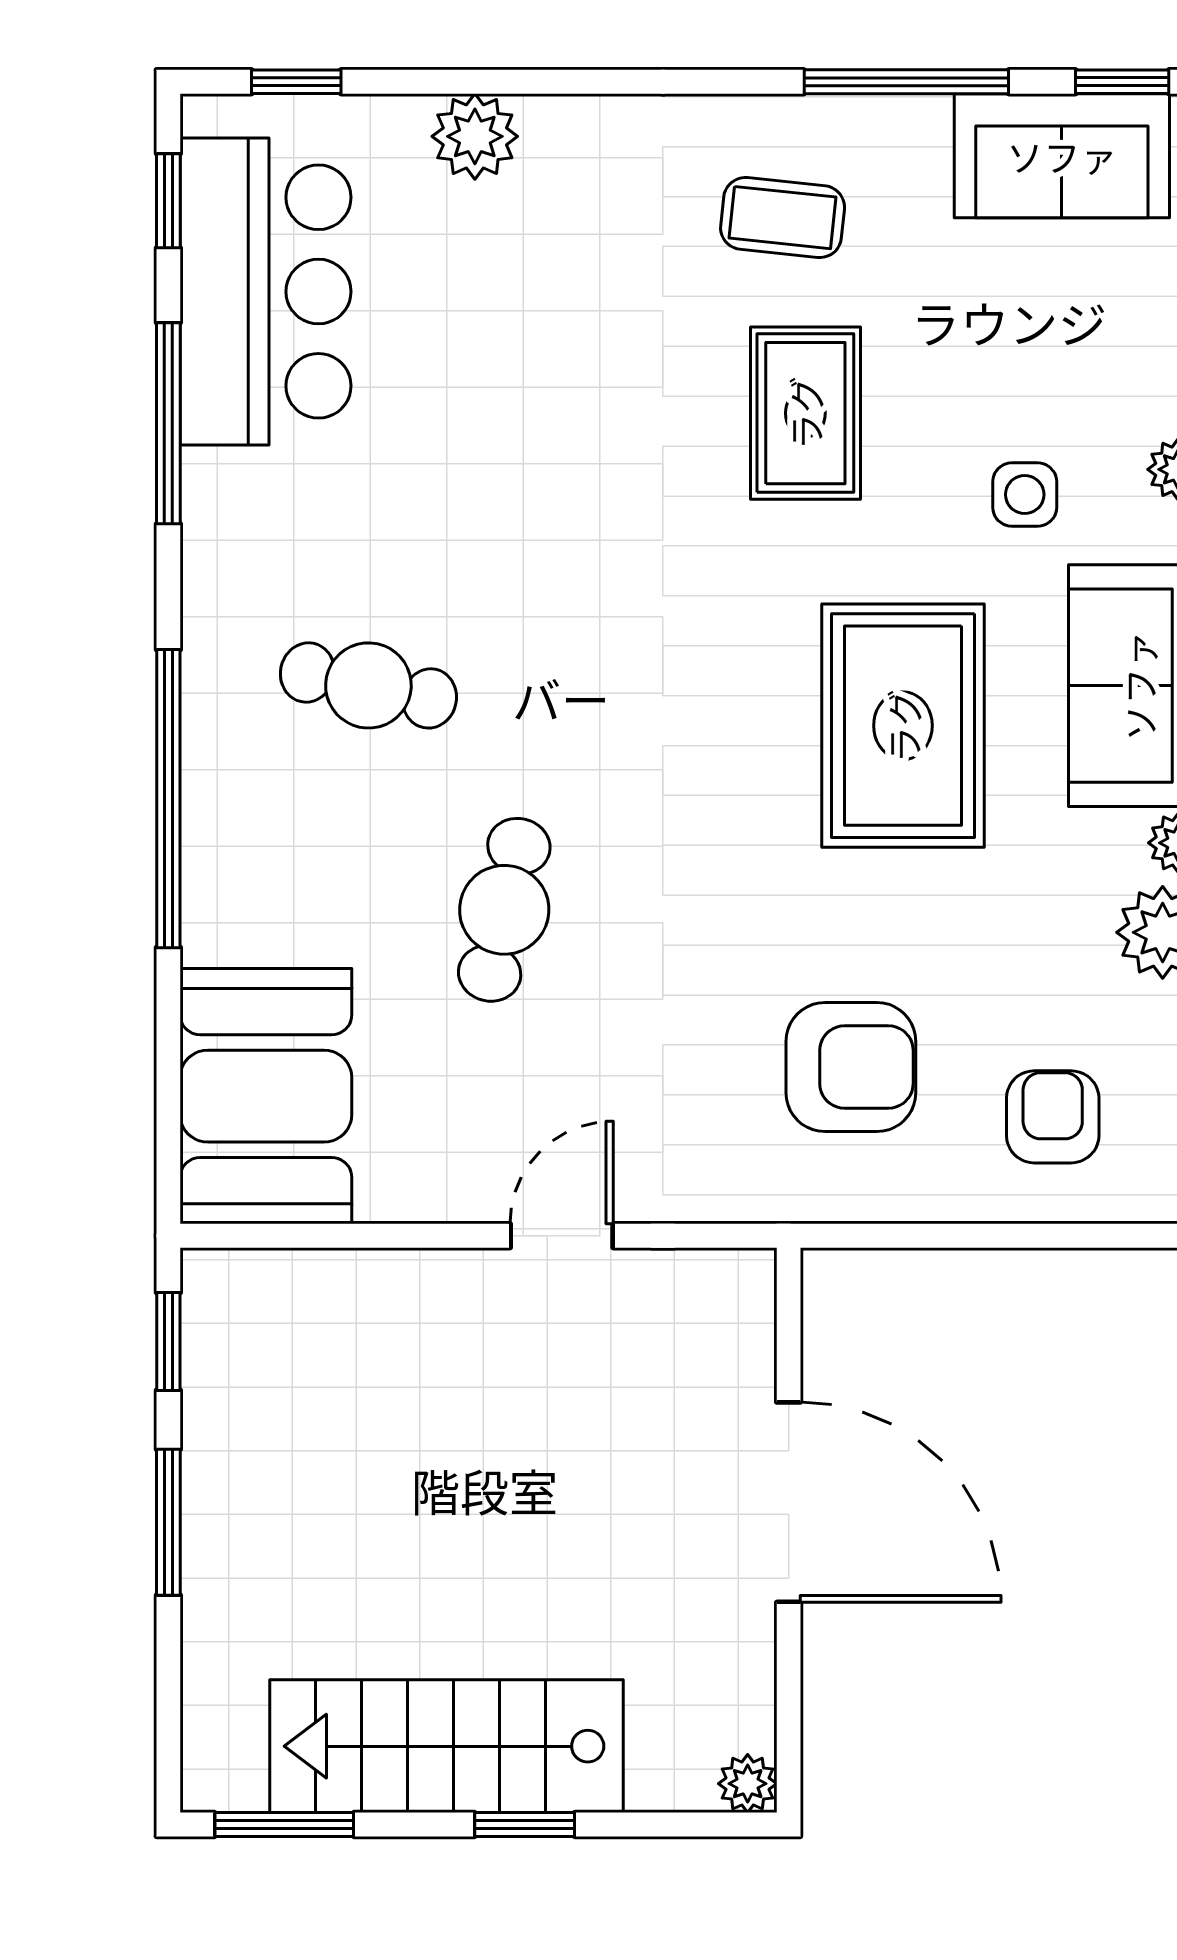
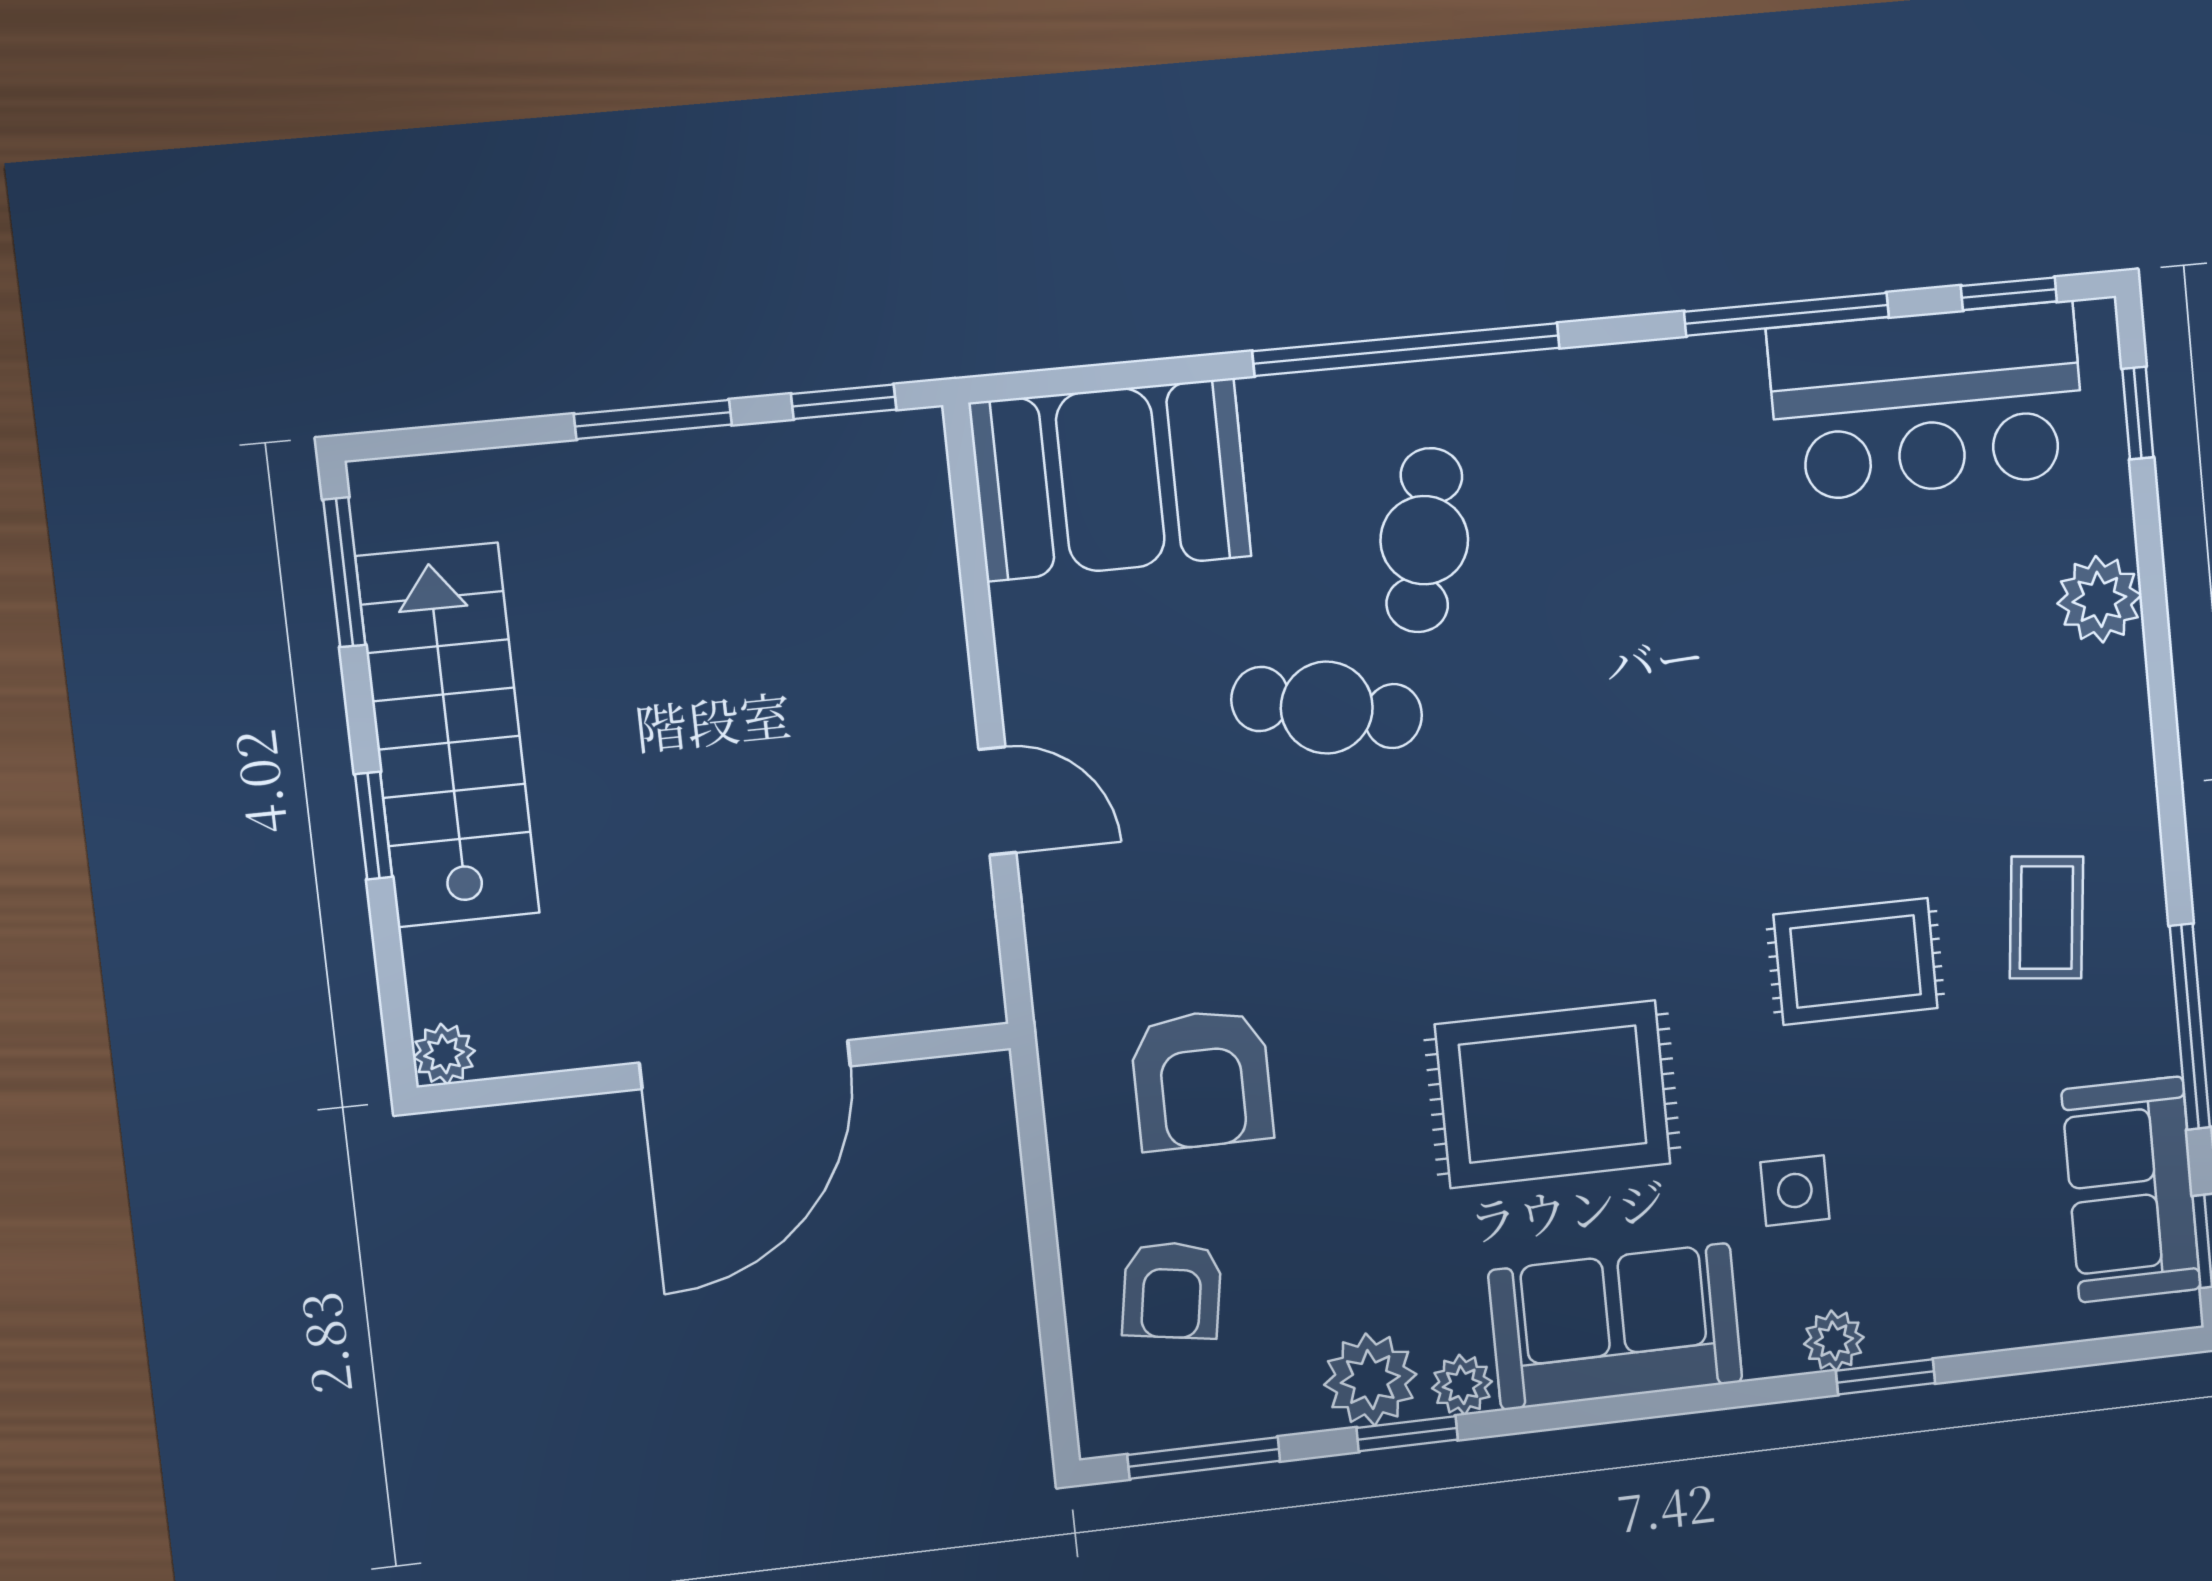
cafe table: (368, 685) -> (1424, 540), moved
armchair: (1053, 1117) -> (1172, 1290), turned 99

